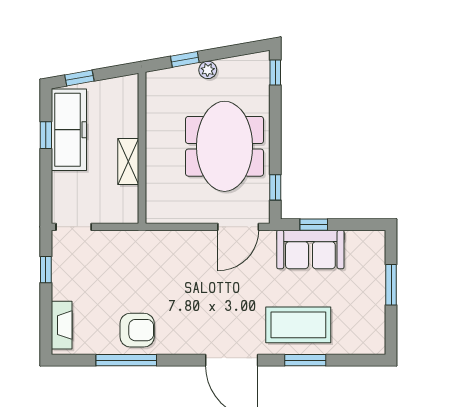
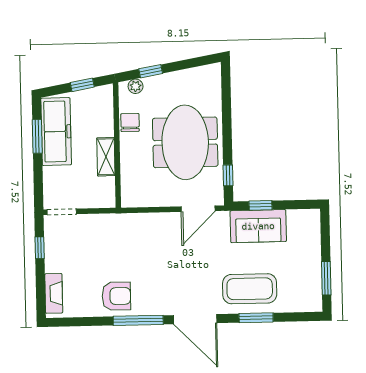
plant: (208, 70) -> (136, 86), moved
window: (275, 72) -> (226, 80), removed
window: (79, 78) -> (82, 85), moved
chair: (158, 121) -> (130, 122), added
window: (46, 135) -> (37, 136), width x1.50
window: (391, 285) -> (326, 278), moved
window: (126, 360) -> (138, 320), moved

